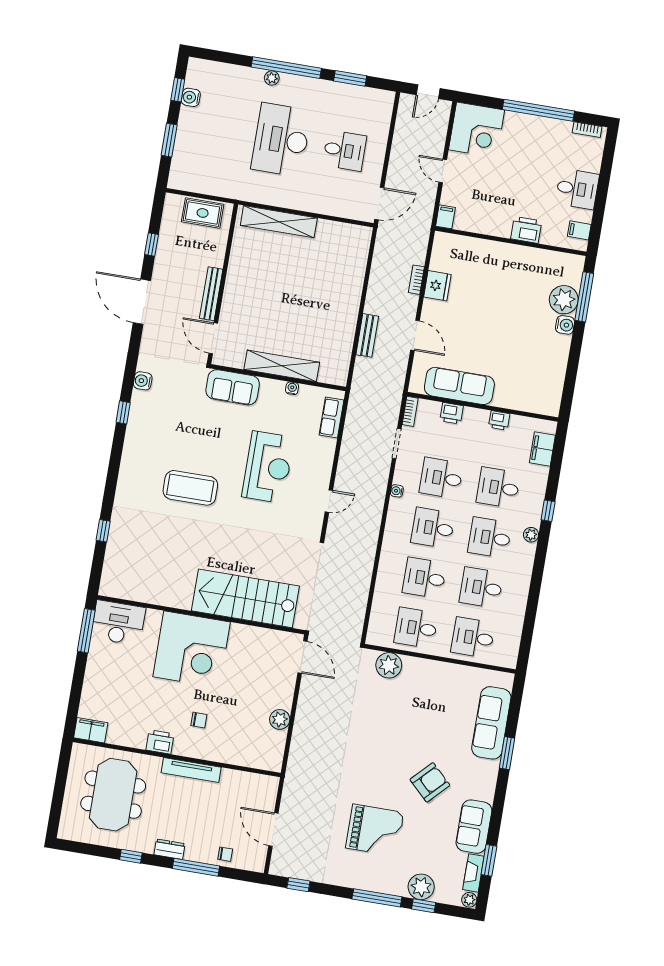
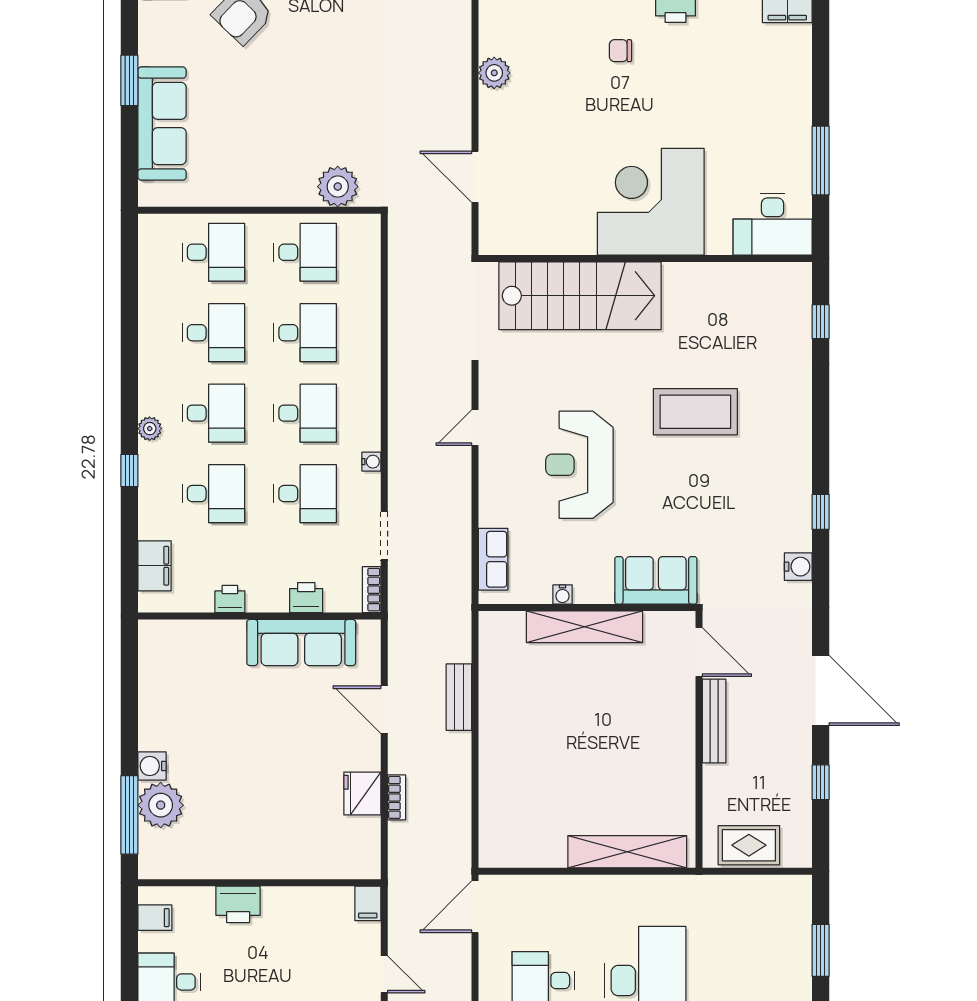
stairs: (245, 598) -> (580, 296), moved
wall: (201, 615) -> (645, 259), moved
desk: (118, 623) -> (773, 224), moved
corner desk: (192, 649) -> (651, 202), moved

